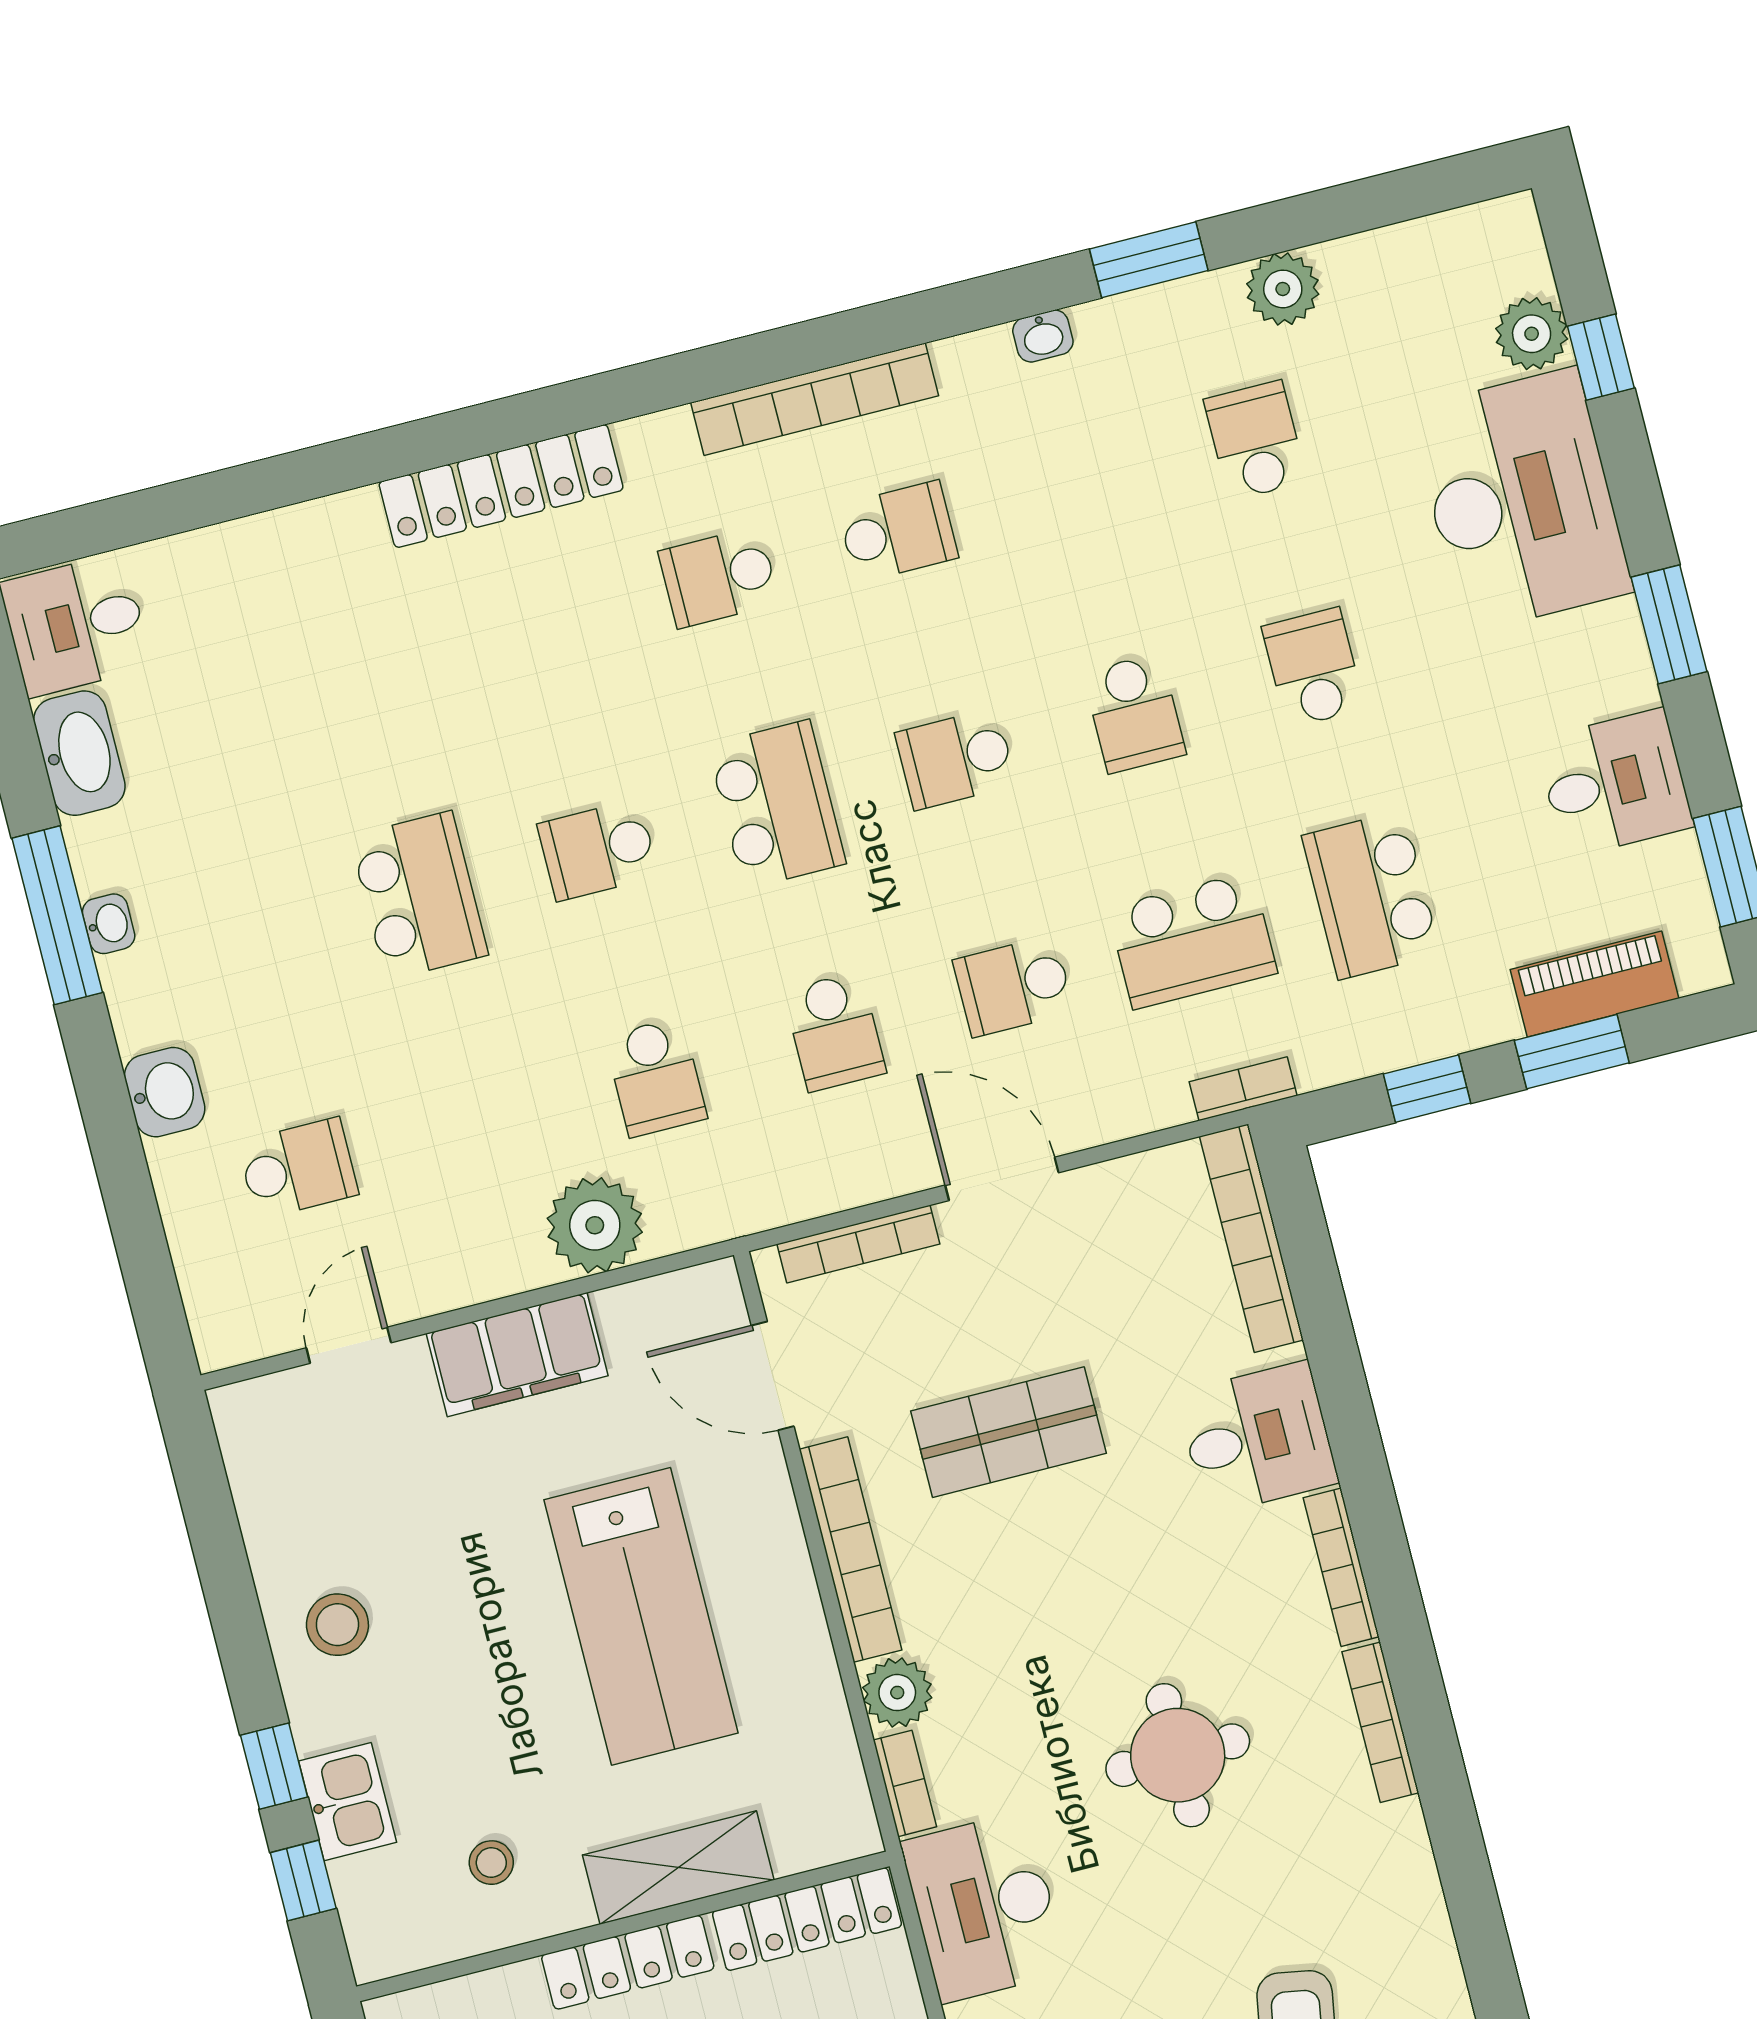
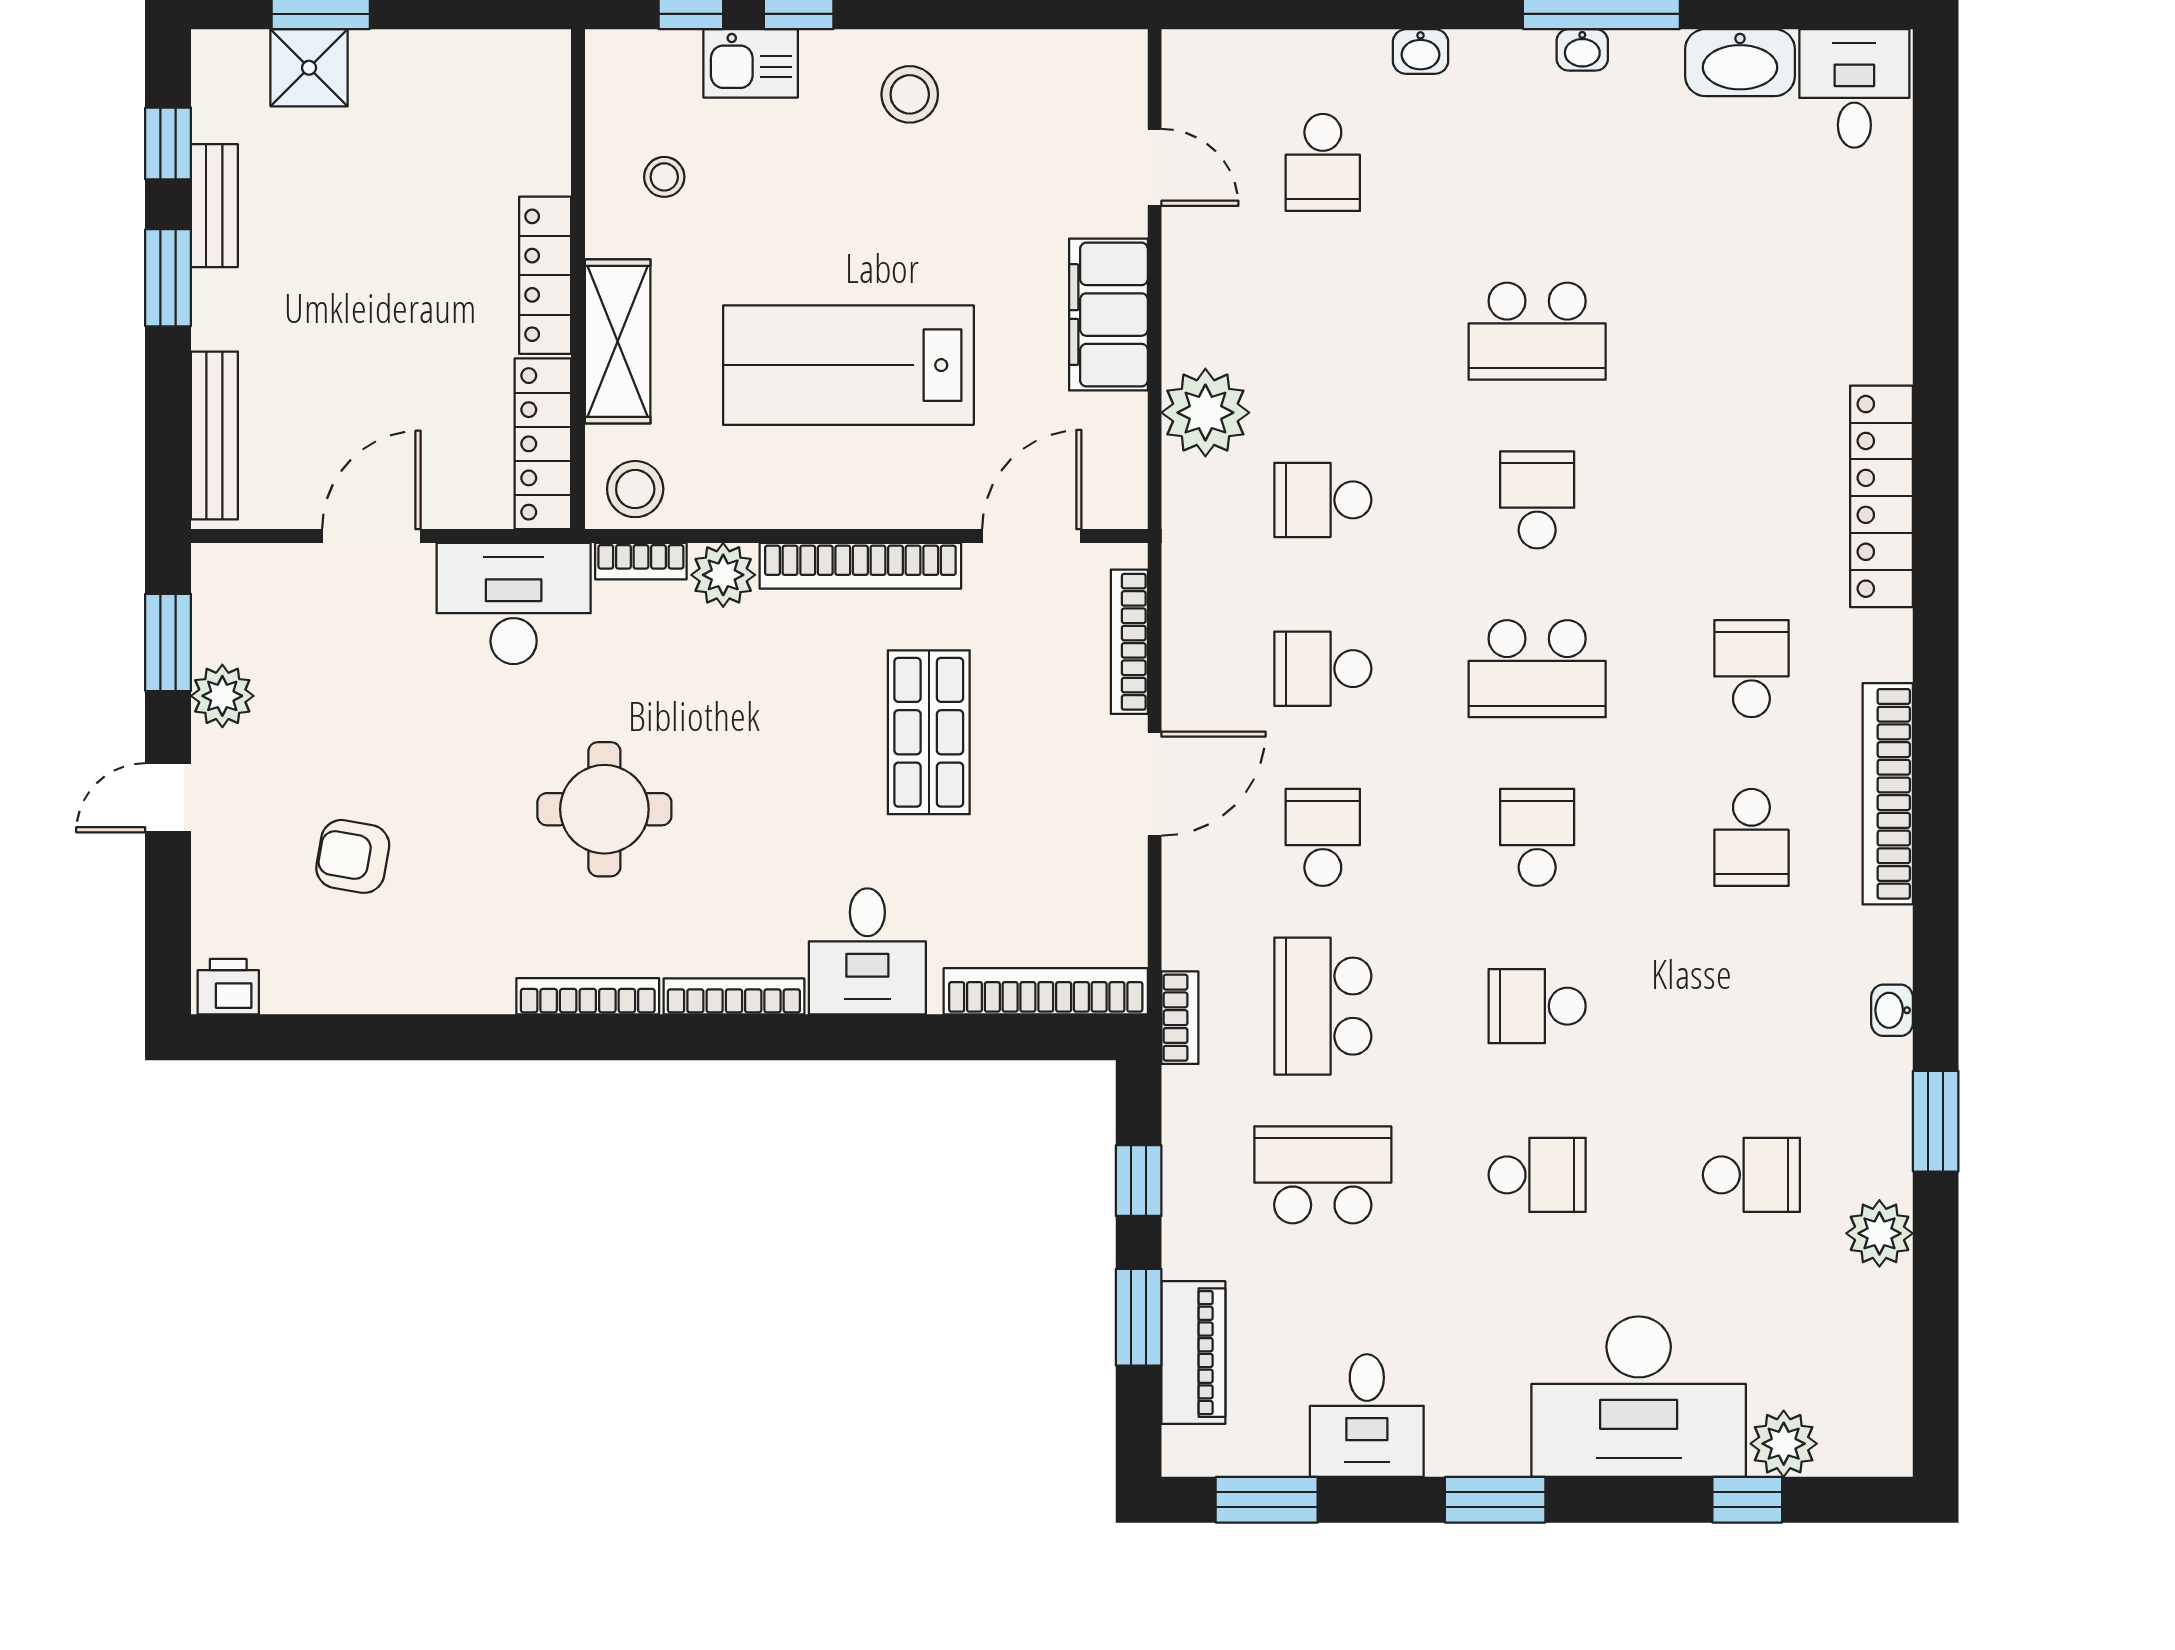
washbasin: (165, 1092) -> (1420, 51), width x0.72, depth x0.69
stool: (830, 1809) -> (635, 489), added

